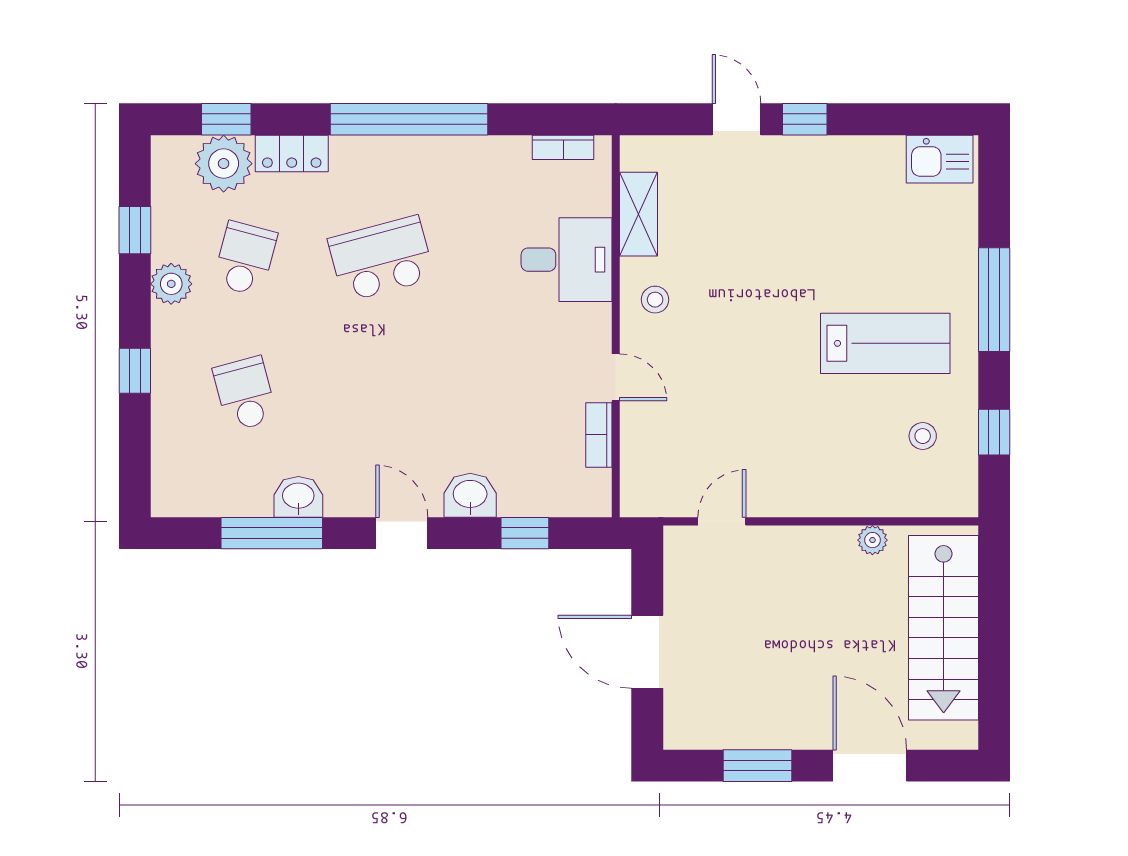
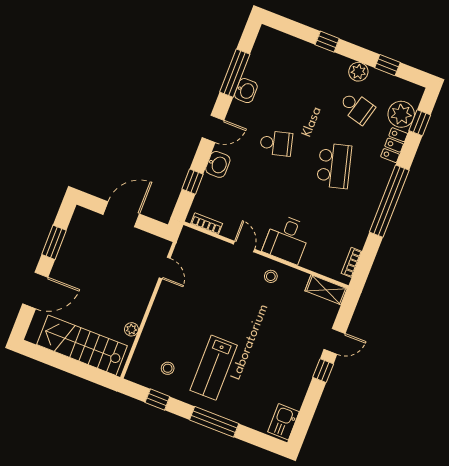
shelving: (639, 214) -> (326, 290), moved
desk: (566, 260) -> (287, 239), moved
door: (616, 377) -> (244, 247), swing flipped
school desk: (245, 394) -> (276, 143), moved
bookcase: (599, 435) -> (207, 224), moved

